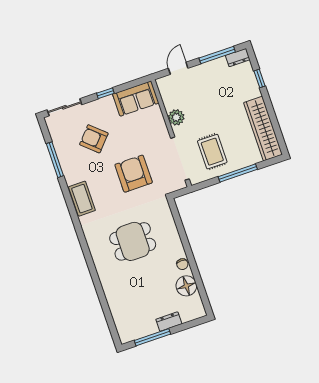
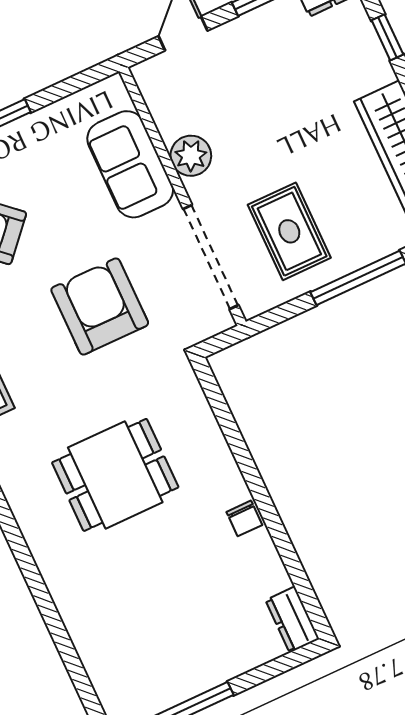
sofa: (136, 98) -> (130, 164), moved, turned 90
floor lamp: (186, 286) -> (260, 571), removed
dresser: (169, 322) -> (292, 620), moved, turned -90

